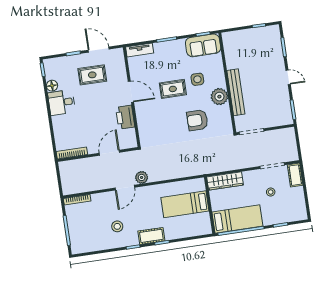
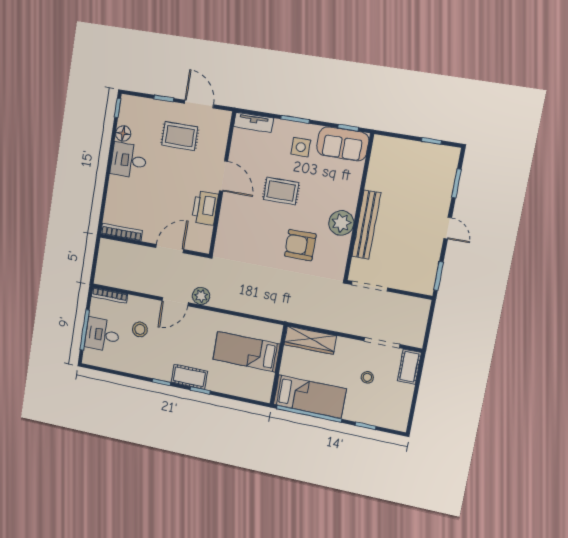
side table: (197, 79) -> (301, 147), moved
stool: (117, 226) -> (140, 329), moved
desk: (80, 229) -> (102, 335), added

